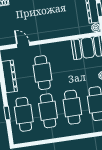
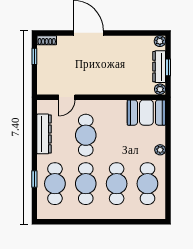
door: (23, 45) -> (67, 97), swing flipped

